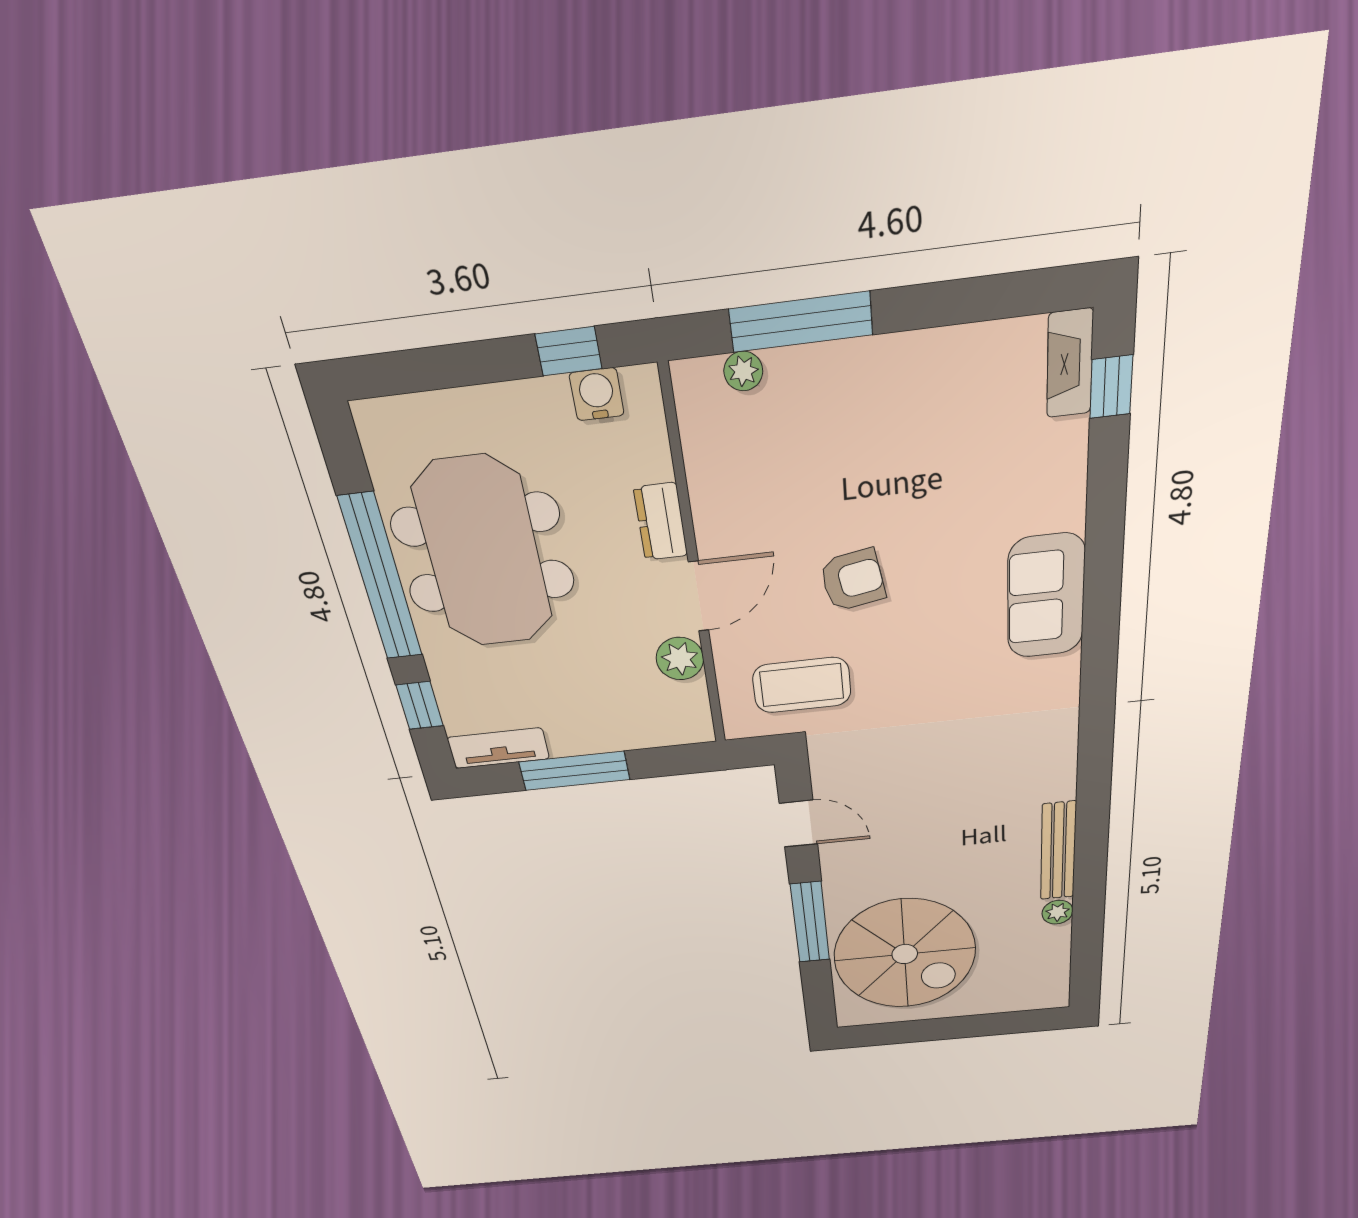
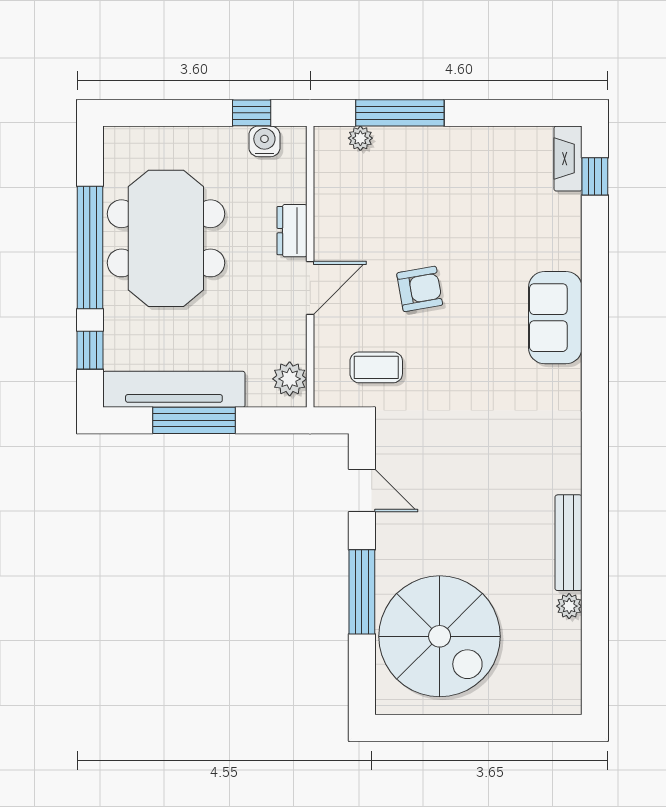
plant: (680, 659) -> (290, 379), moved
coffee table: (802, 685) -> (376, 367), width x0.73, depth x0.77
tv unit: (498, 748) -> (174, 389), width x1.92, depth x1.29

